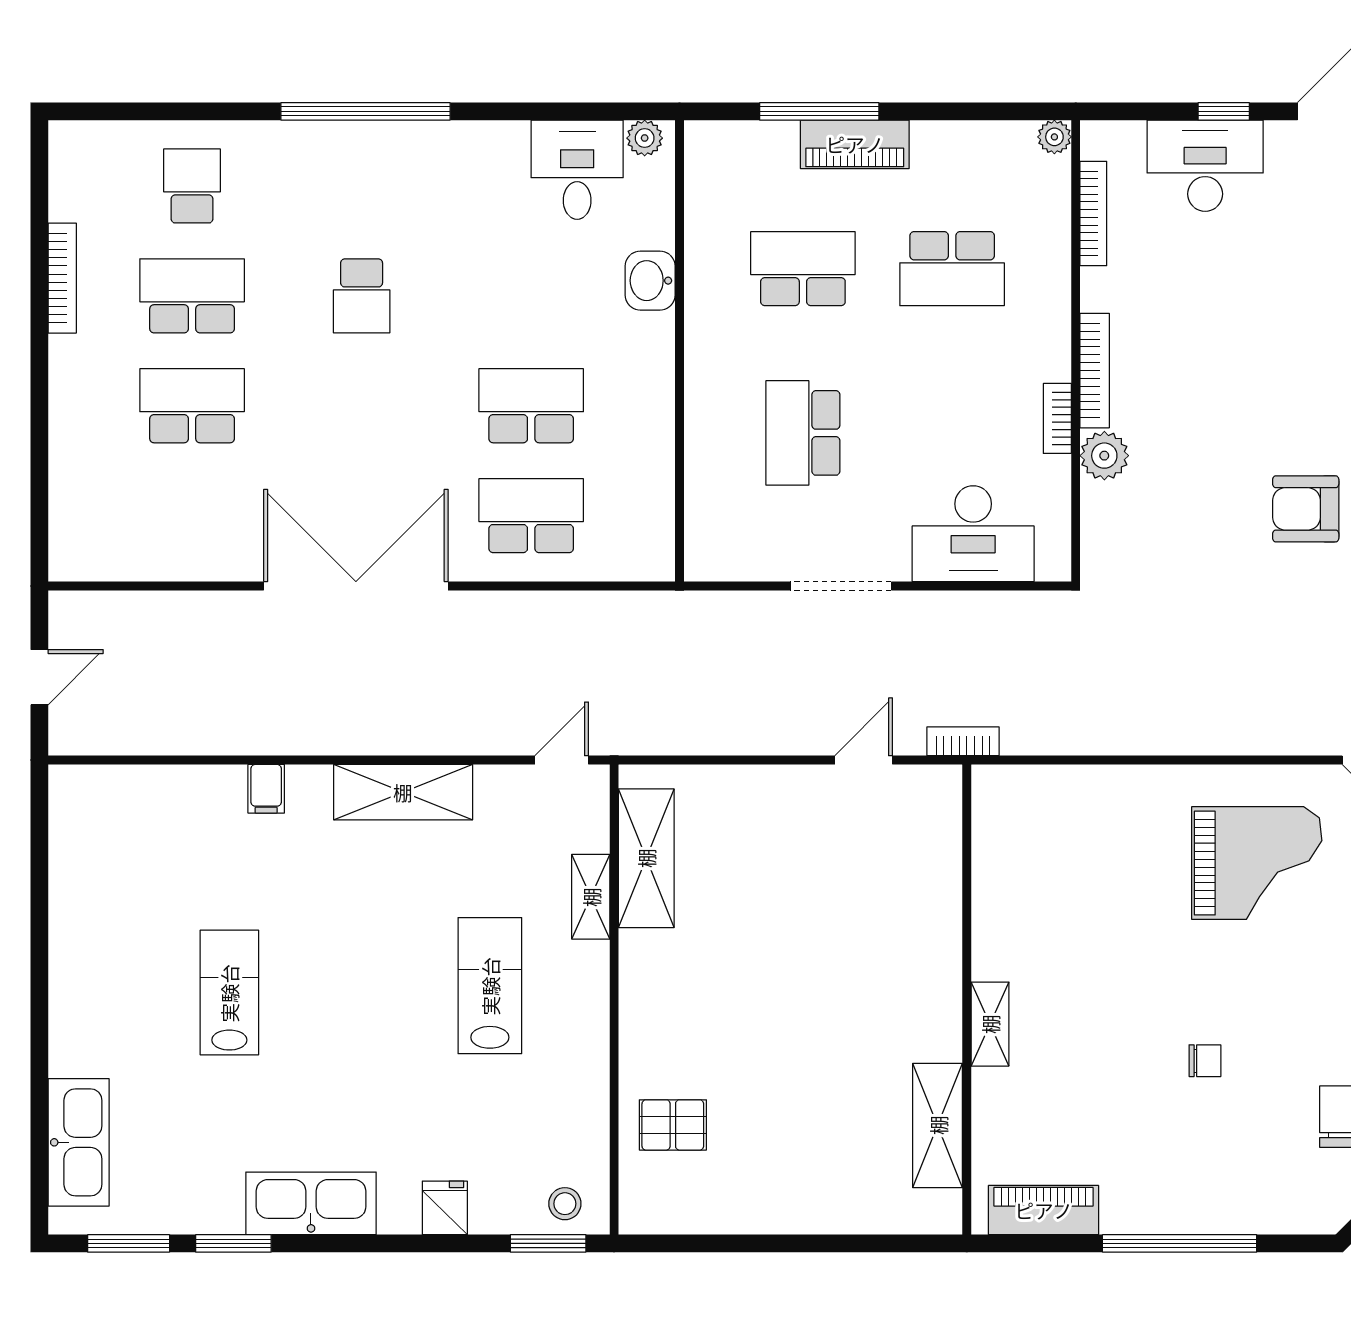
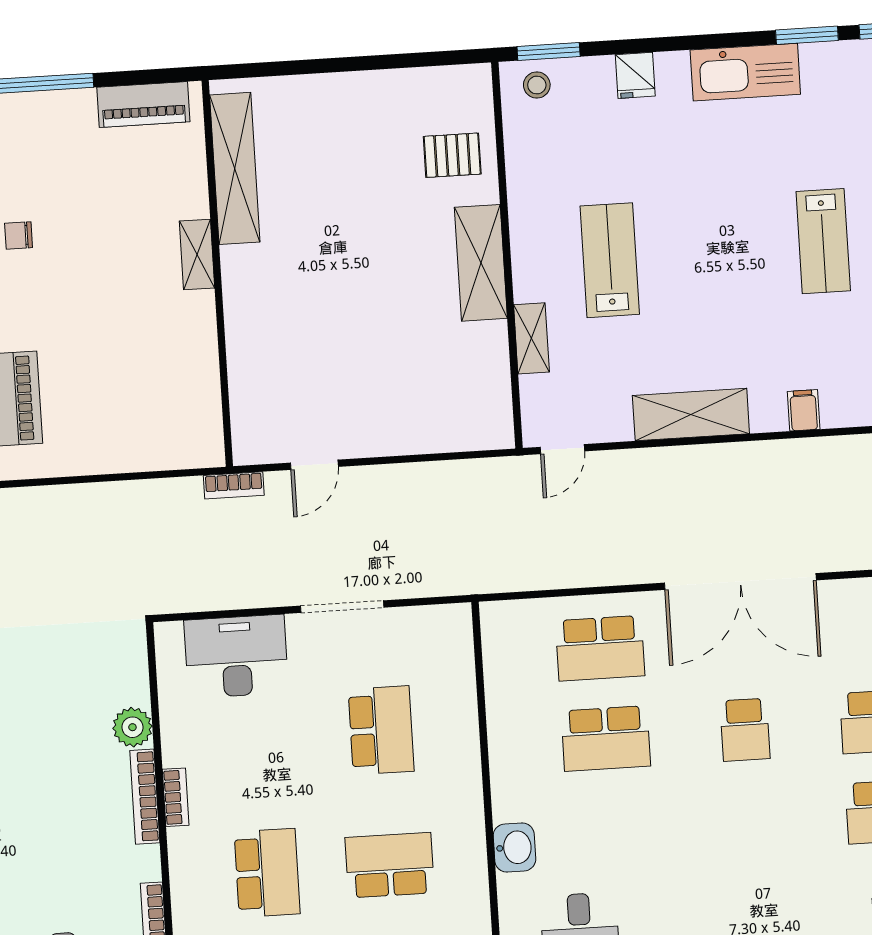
school desk: (803, 269) -> (390, 865), turned 180
school desk: (952, 269) -> (267, 873), turned 90
school desk: (362, 296) -> (745, 730), moved, turned 180
bookcase: (1057, 418) -> (176, 797), moved
shelving: (646, 858) -> (481, 263), moved
lab bench: (490, 986) -> (610, 260), turned 180
shelving: (938, 1125) -> (235, 168), width x1.47

